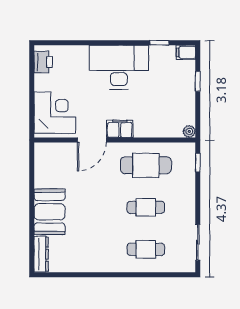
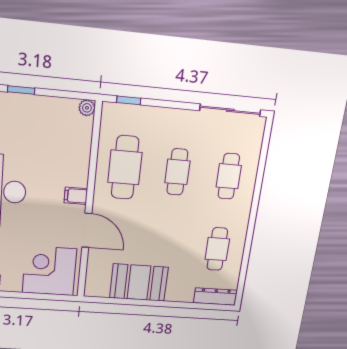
filing cabinet: (120, 129) -> (76, 196), width x0.50
booth: (50, 212) -> (139, 283), moved
sliding door: (198, 242) -> (230, 110), width x1.37
cafe table: (84, 249) -> (217, 249), added

